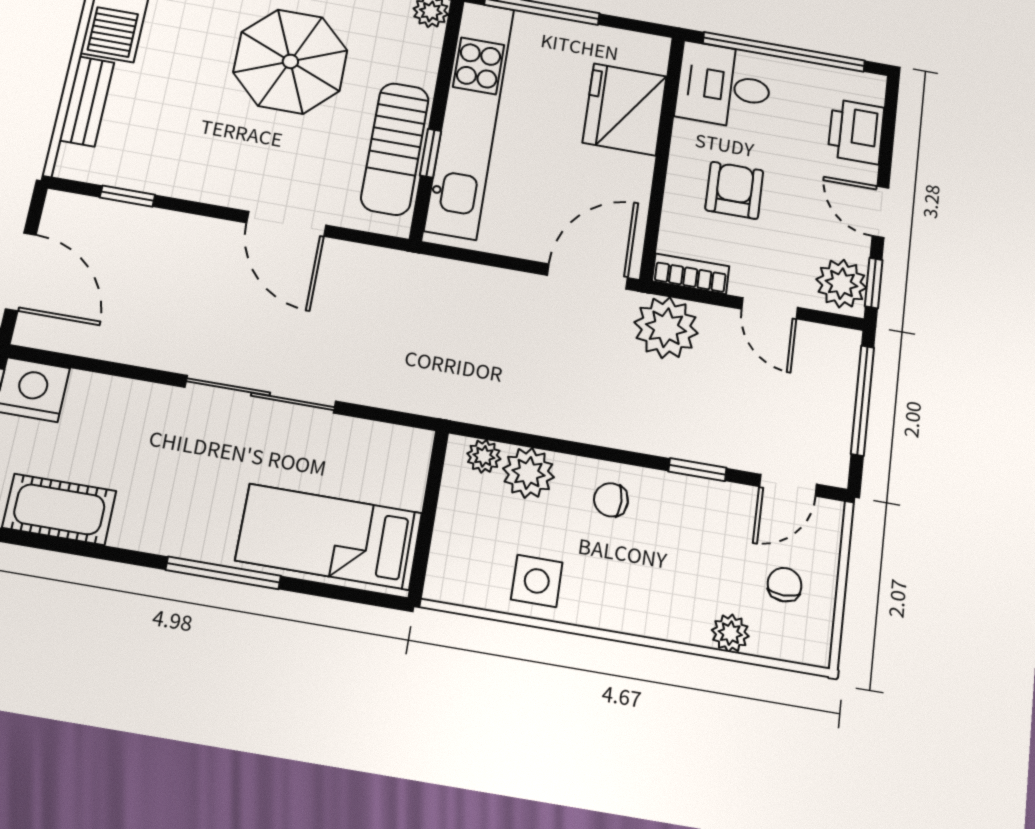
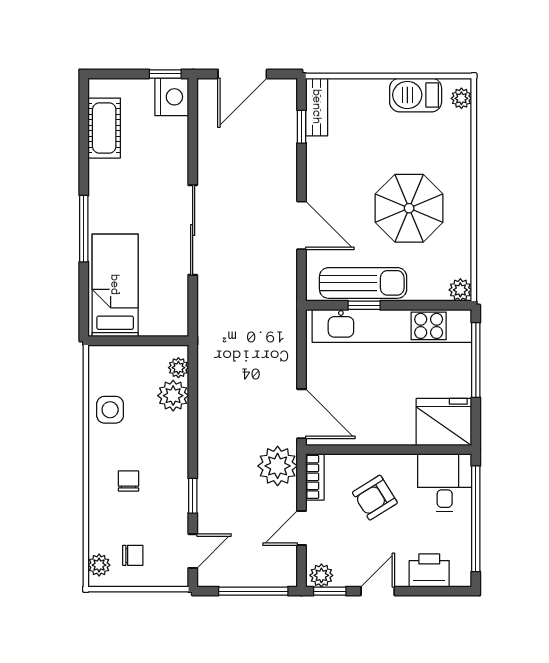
bench: (87, 101) -> (317, 107), moved, turned 90
fridge: (625, 109) -> (444, 422), moved
sun lounger: (395, 149) -> (363, 283), turned 180
armchair: (734, 190) -> (375, 498), turned 148
door: (286, 224) -> (302, 225), swing flipped
plant: (841, 284) -> (321, 575), width x0.73, depth x0.73
door: (788, 485) -> (193, 551), swing flipped
chair: (611, 500) -> (129, 481), moved
plant: (730, 633) -> (99, 565), moved

